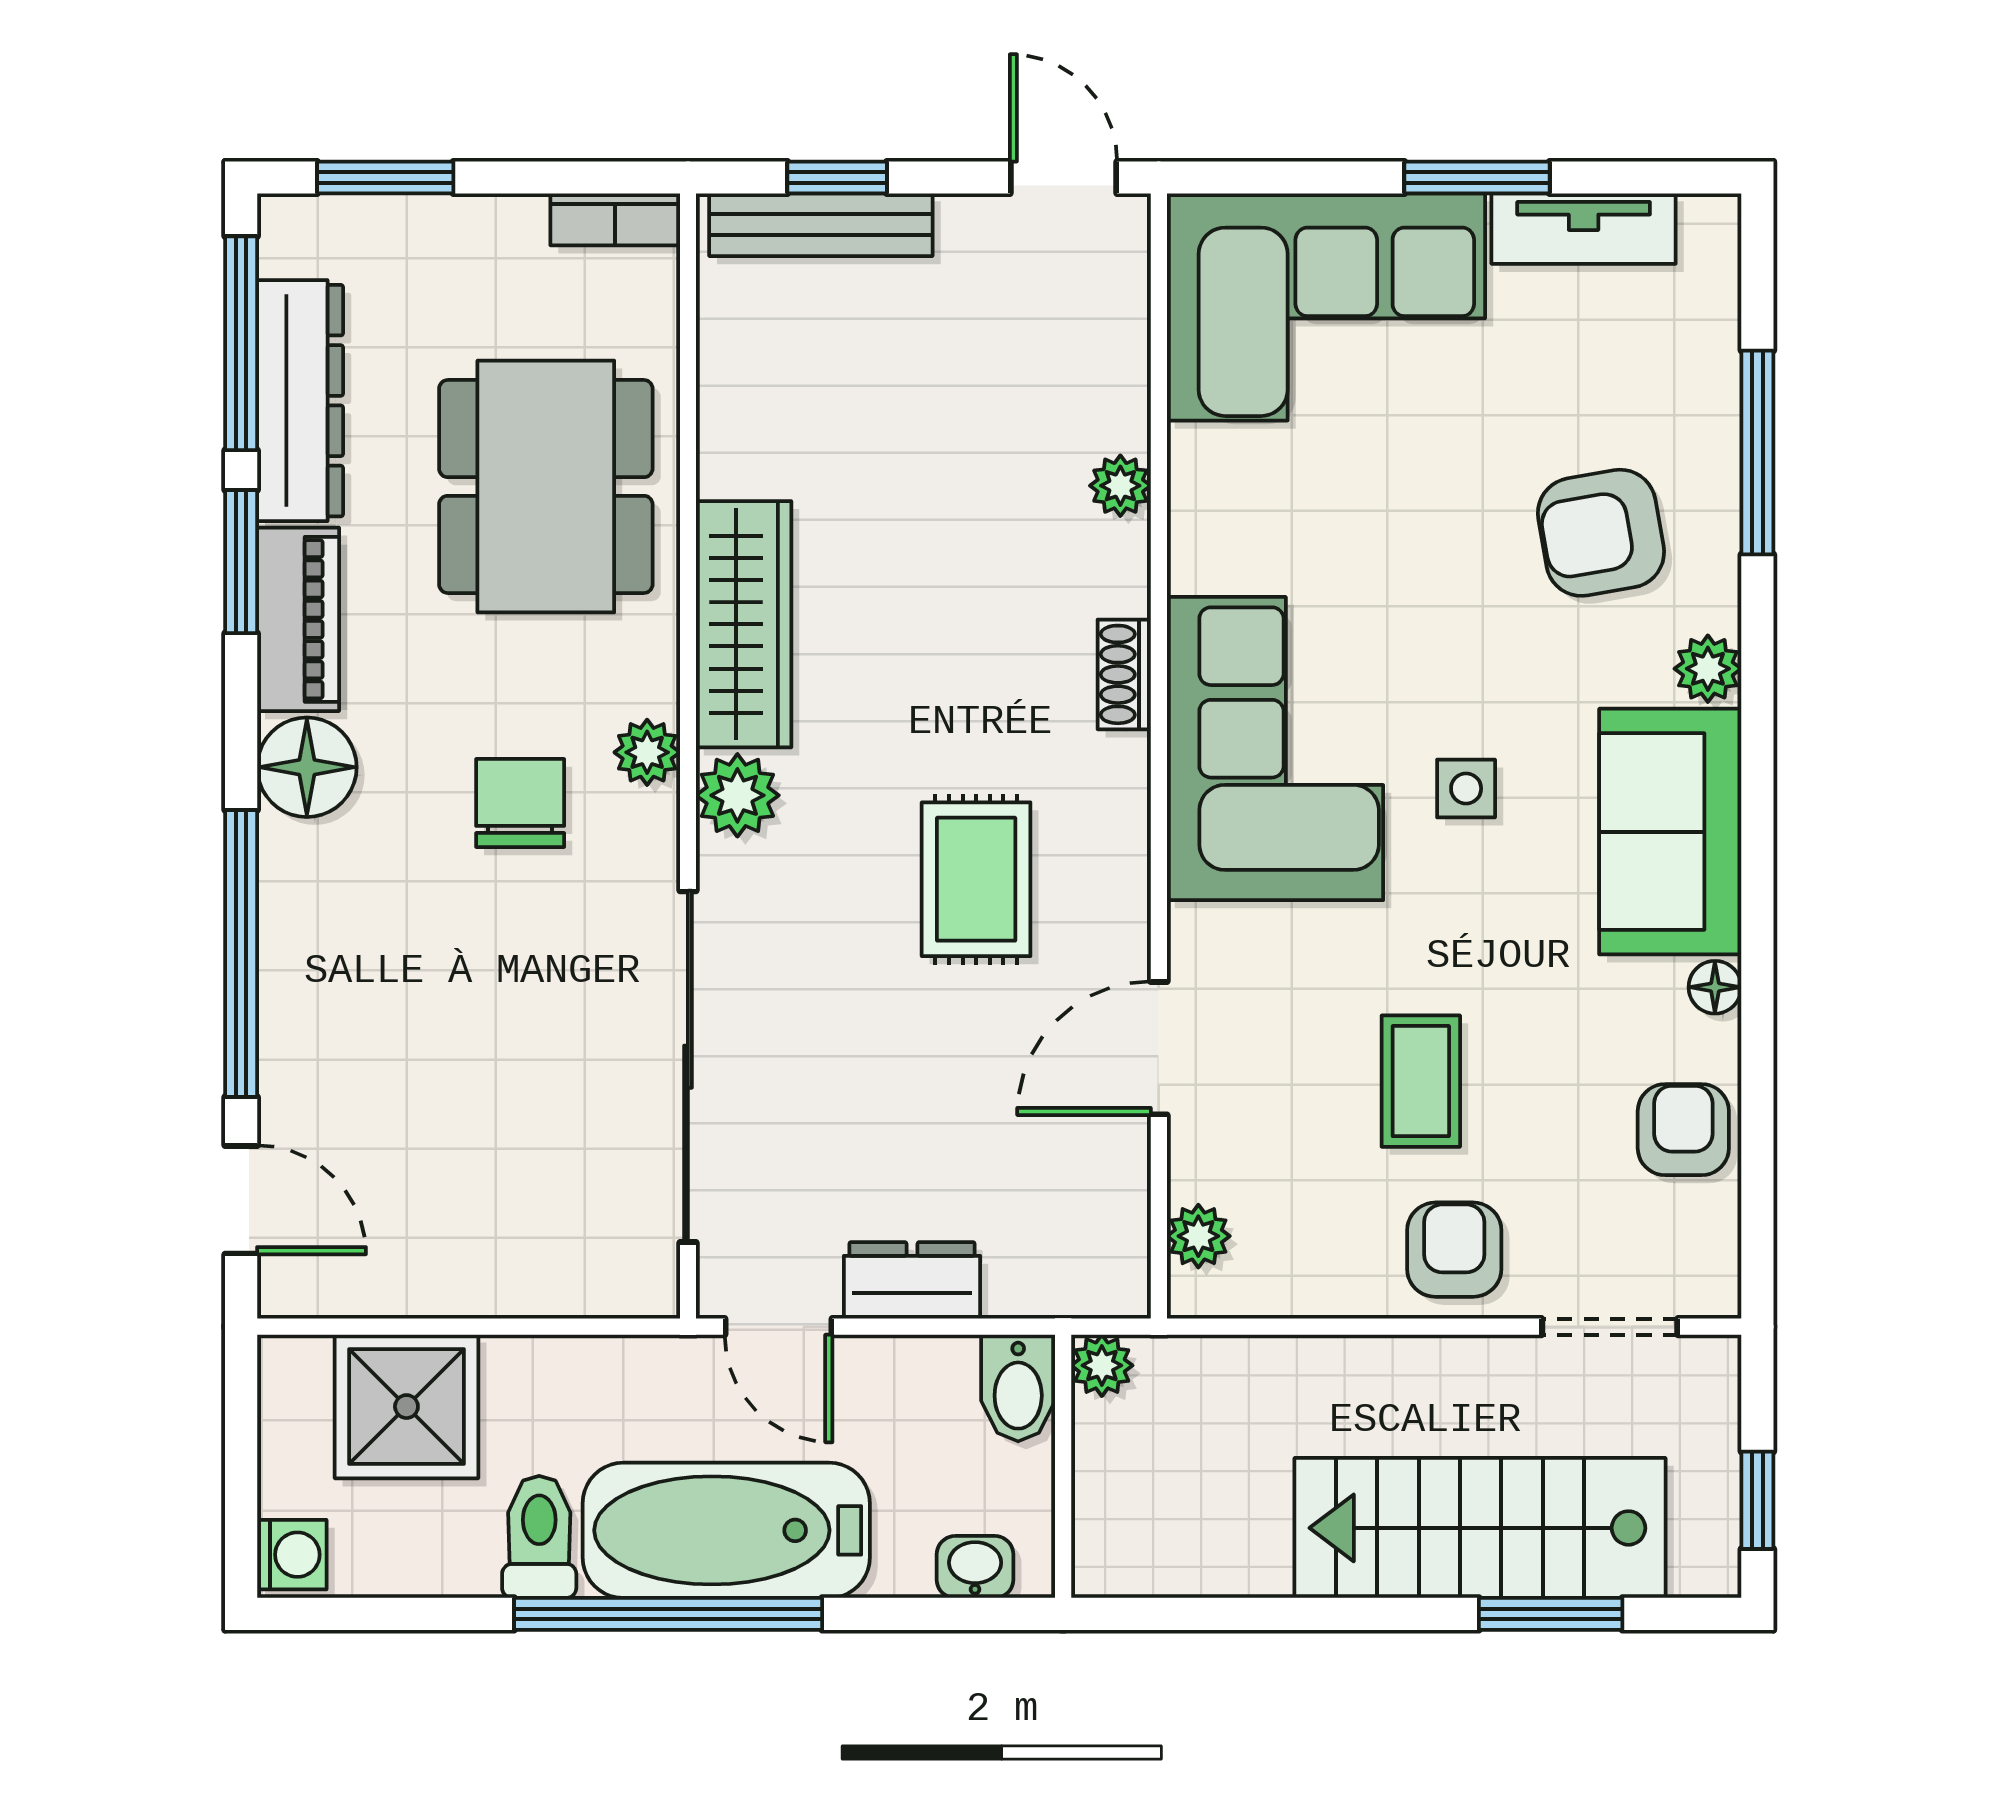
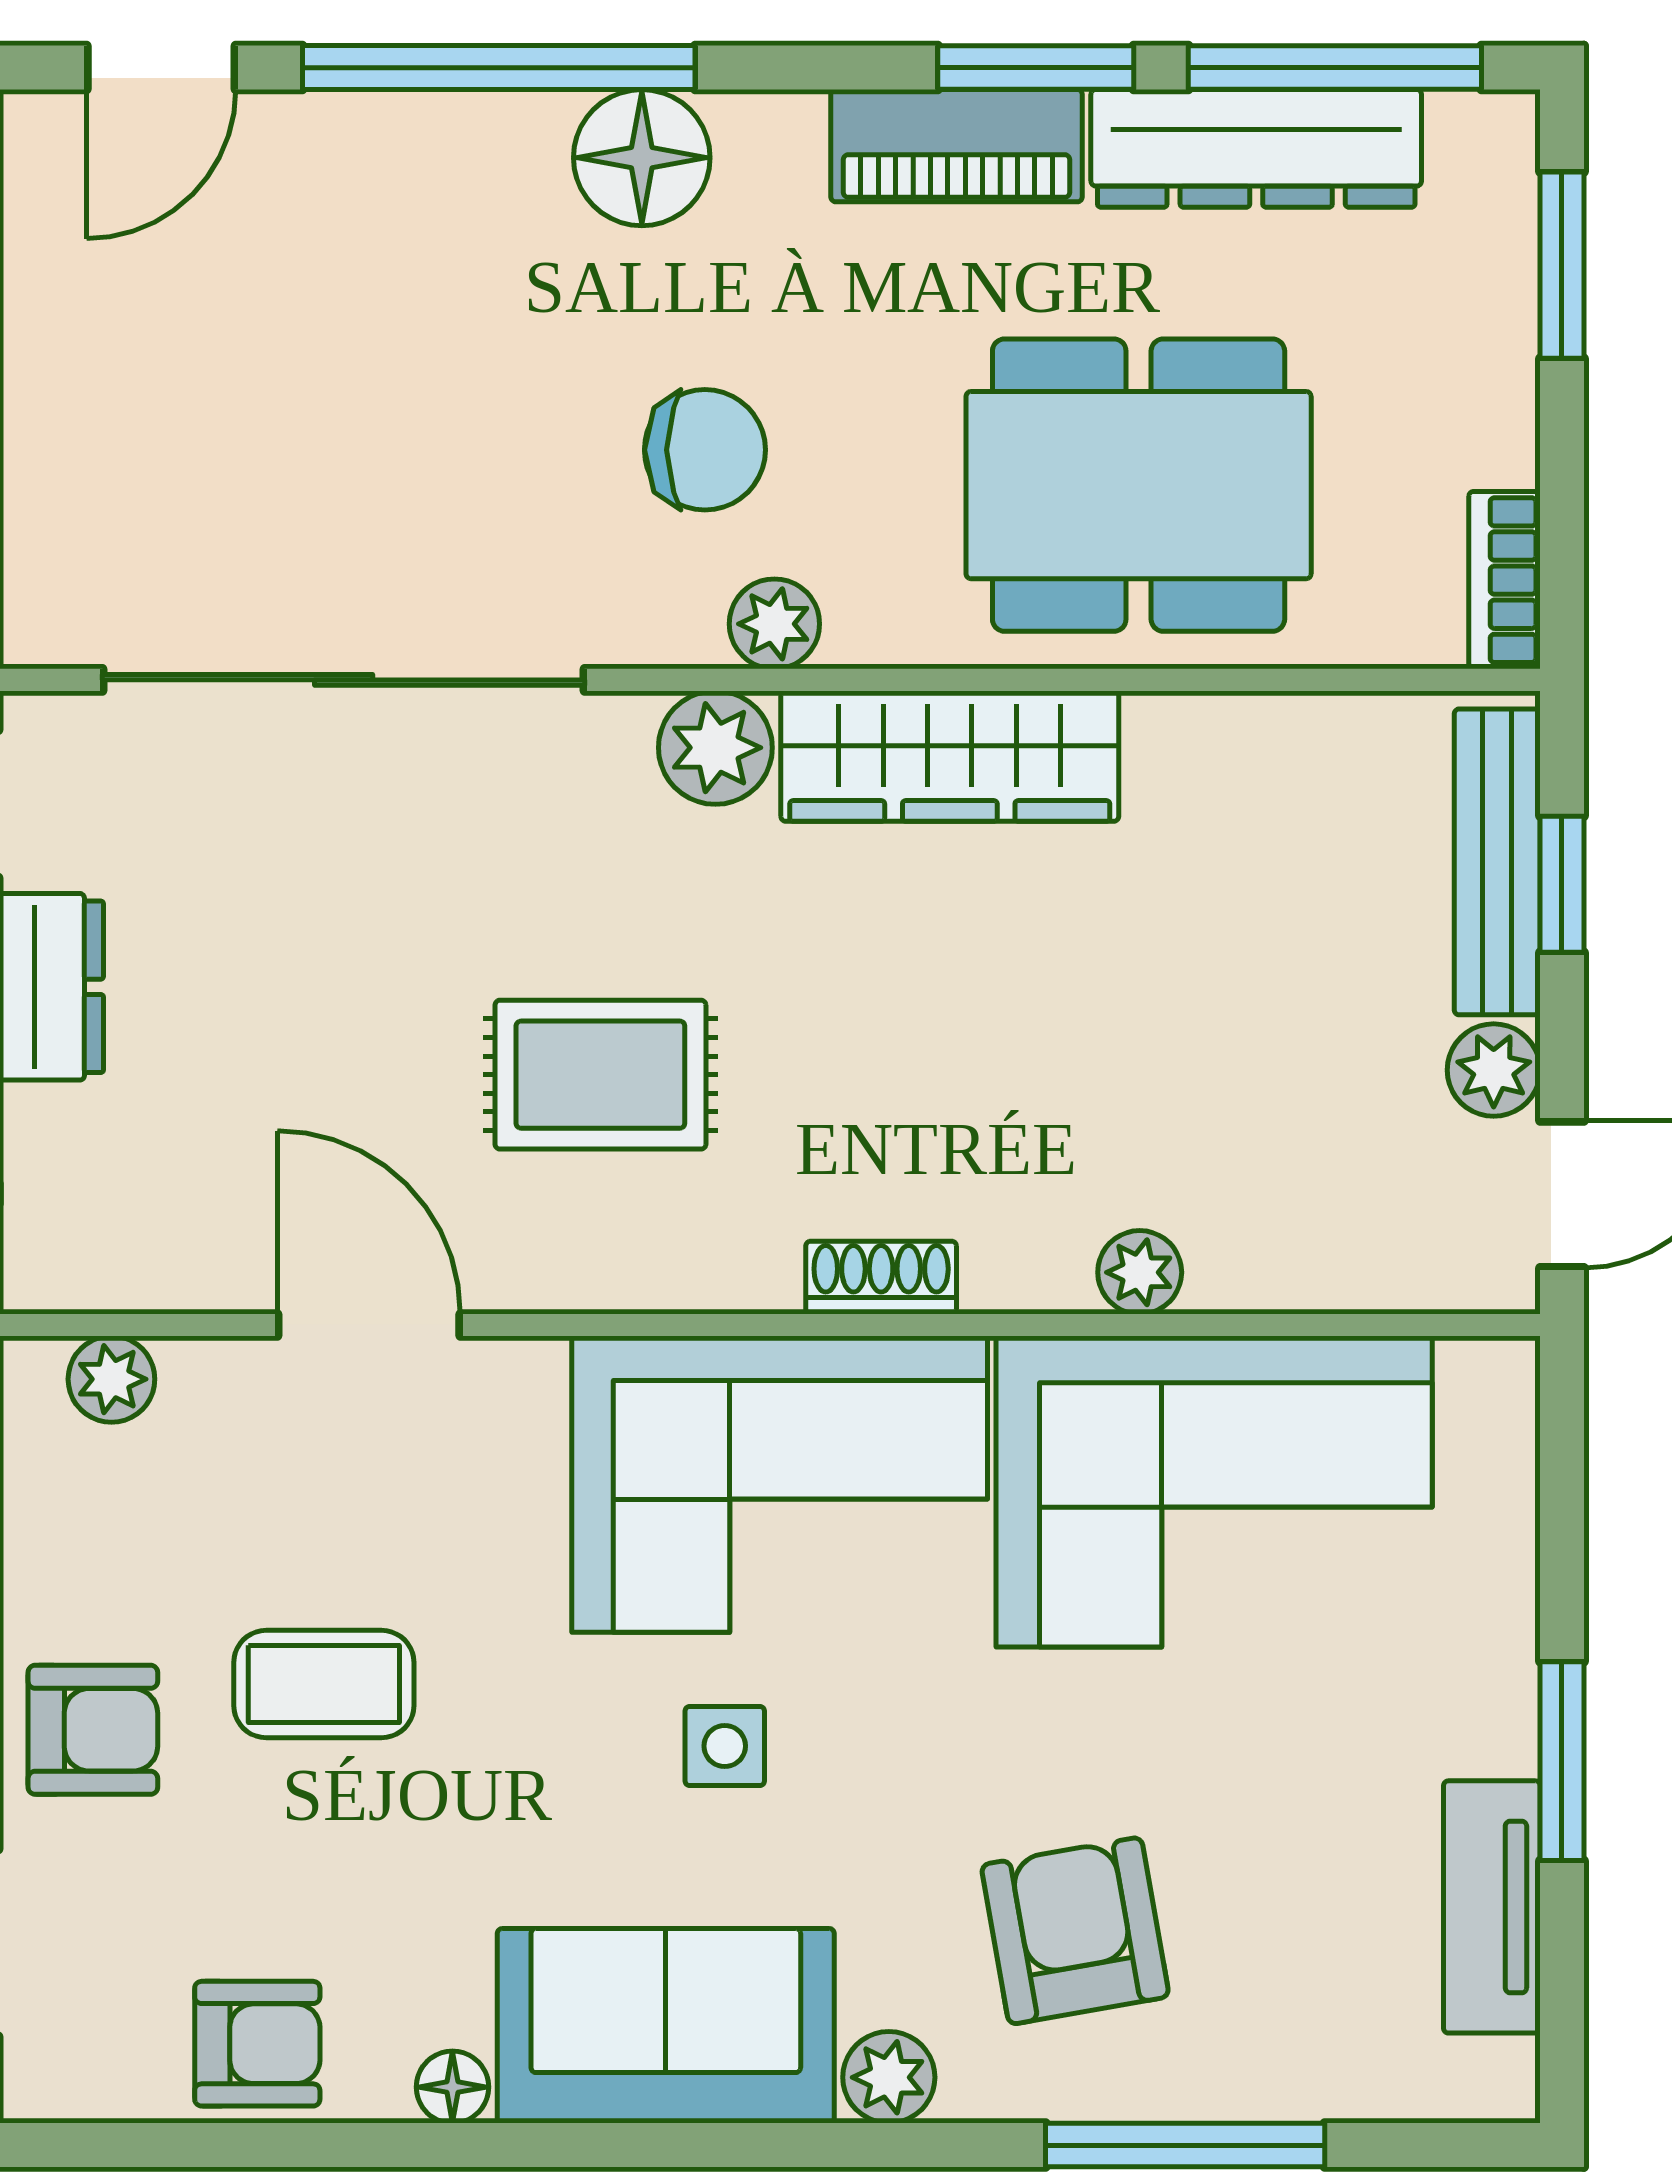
plant: (973, 227) -> (1494, 1070), added
corner sofa: (1326, 307) -> (1214, 1491), moved, turned -90
floor lamp: (307, 767) -> (642, 158), moved

